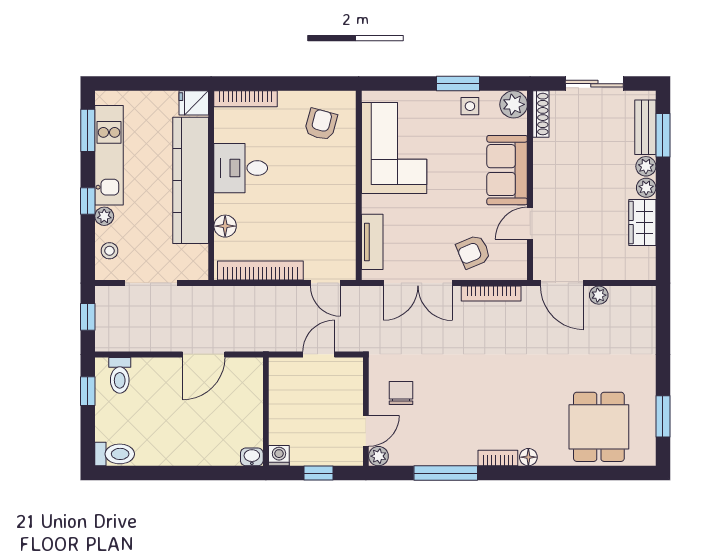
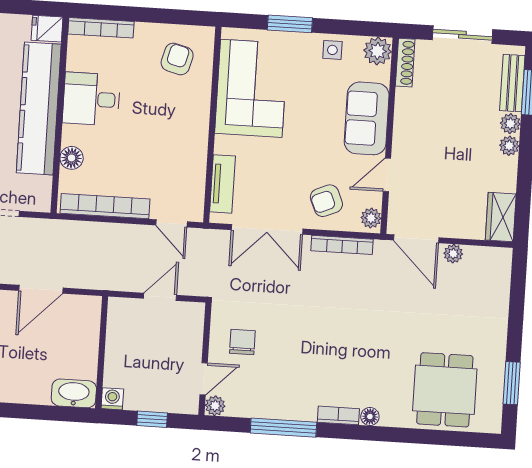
window: (458, 84) -> (290, 24), moved
wardrobe: (642, 223) -> (501, 217), moved
plant: (517, 266) -> (371, 218), added
washbasin: (252, 457) -> (74, 393), width x1.91, depth x1.45

